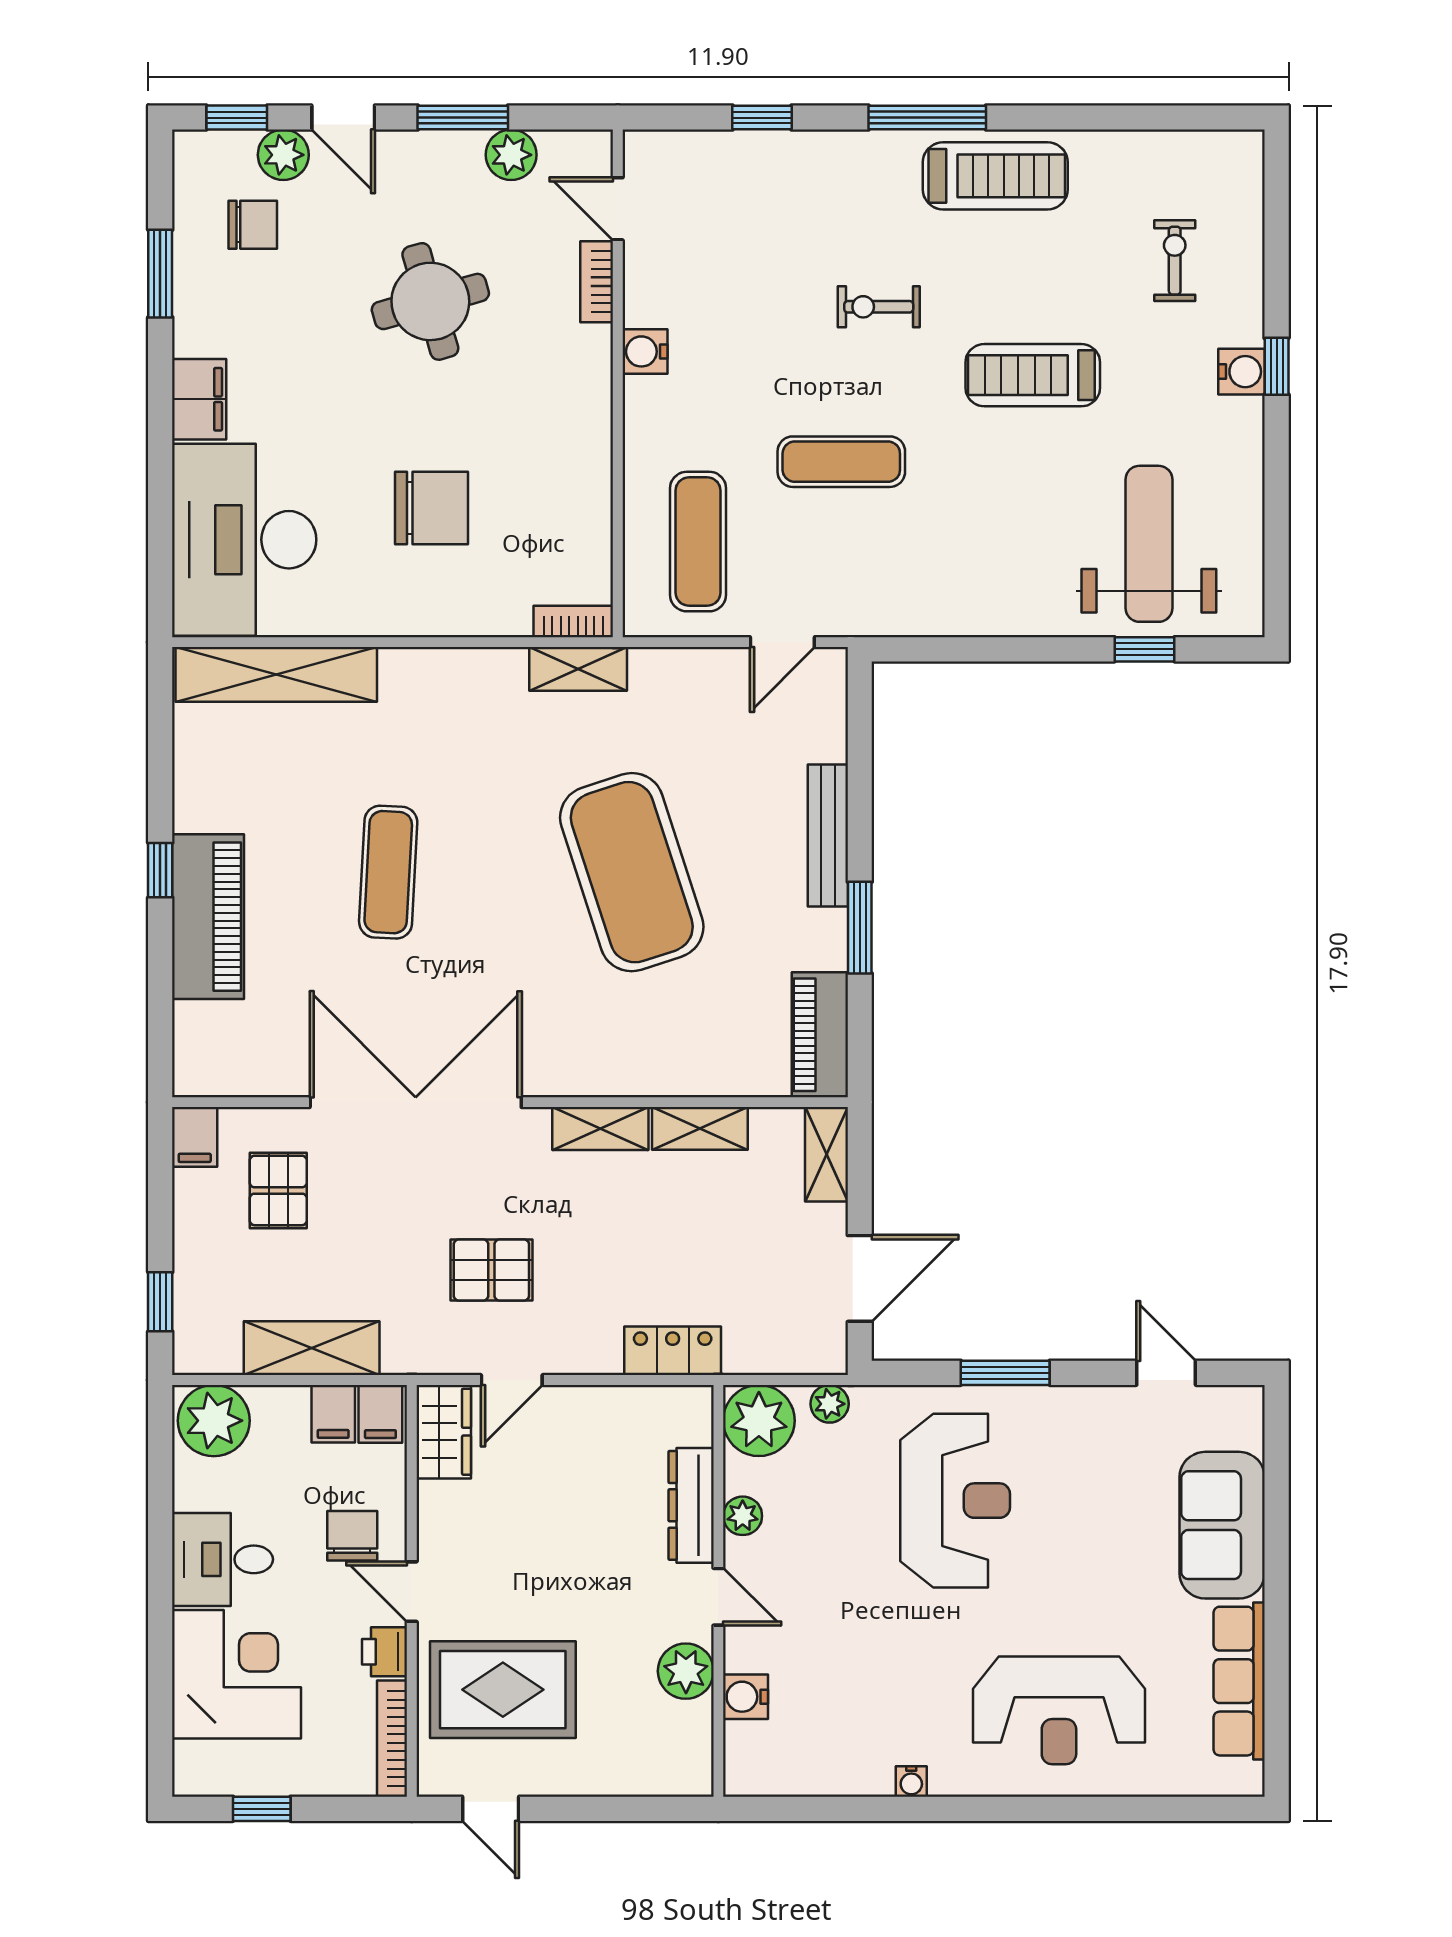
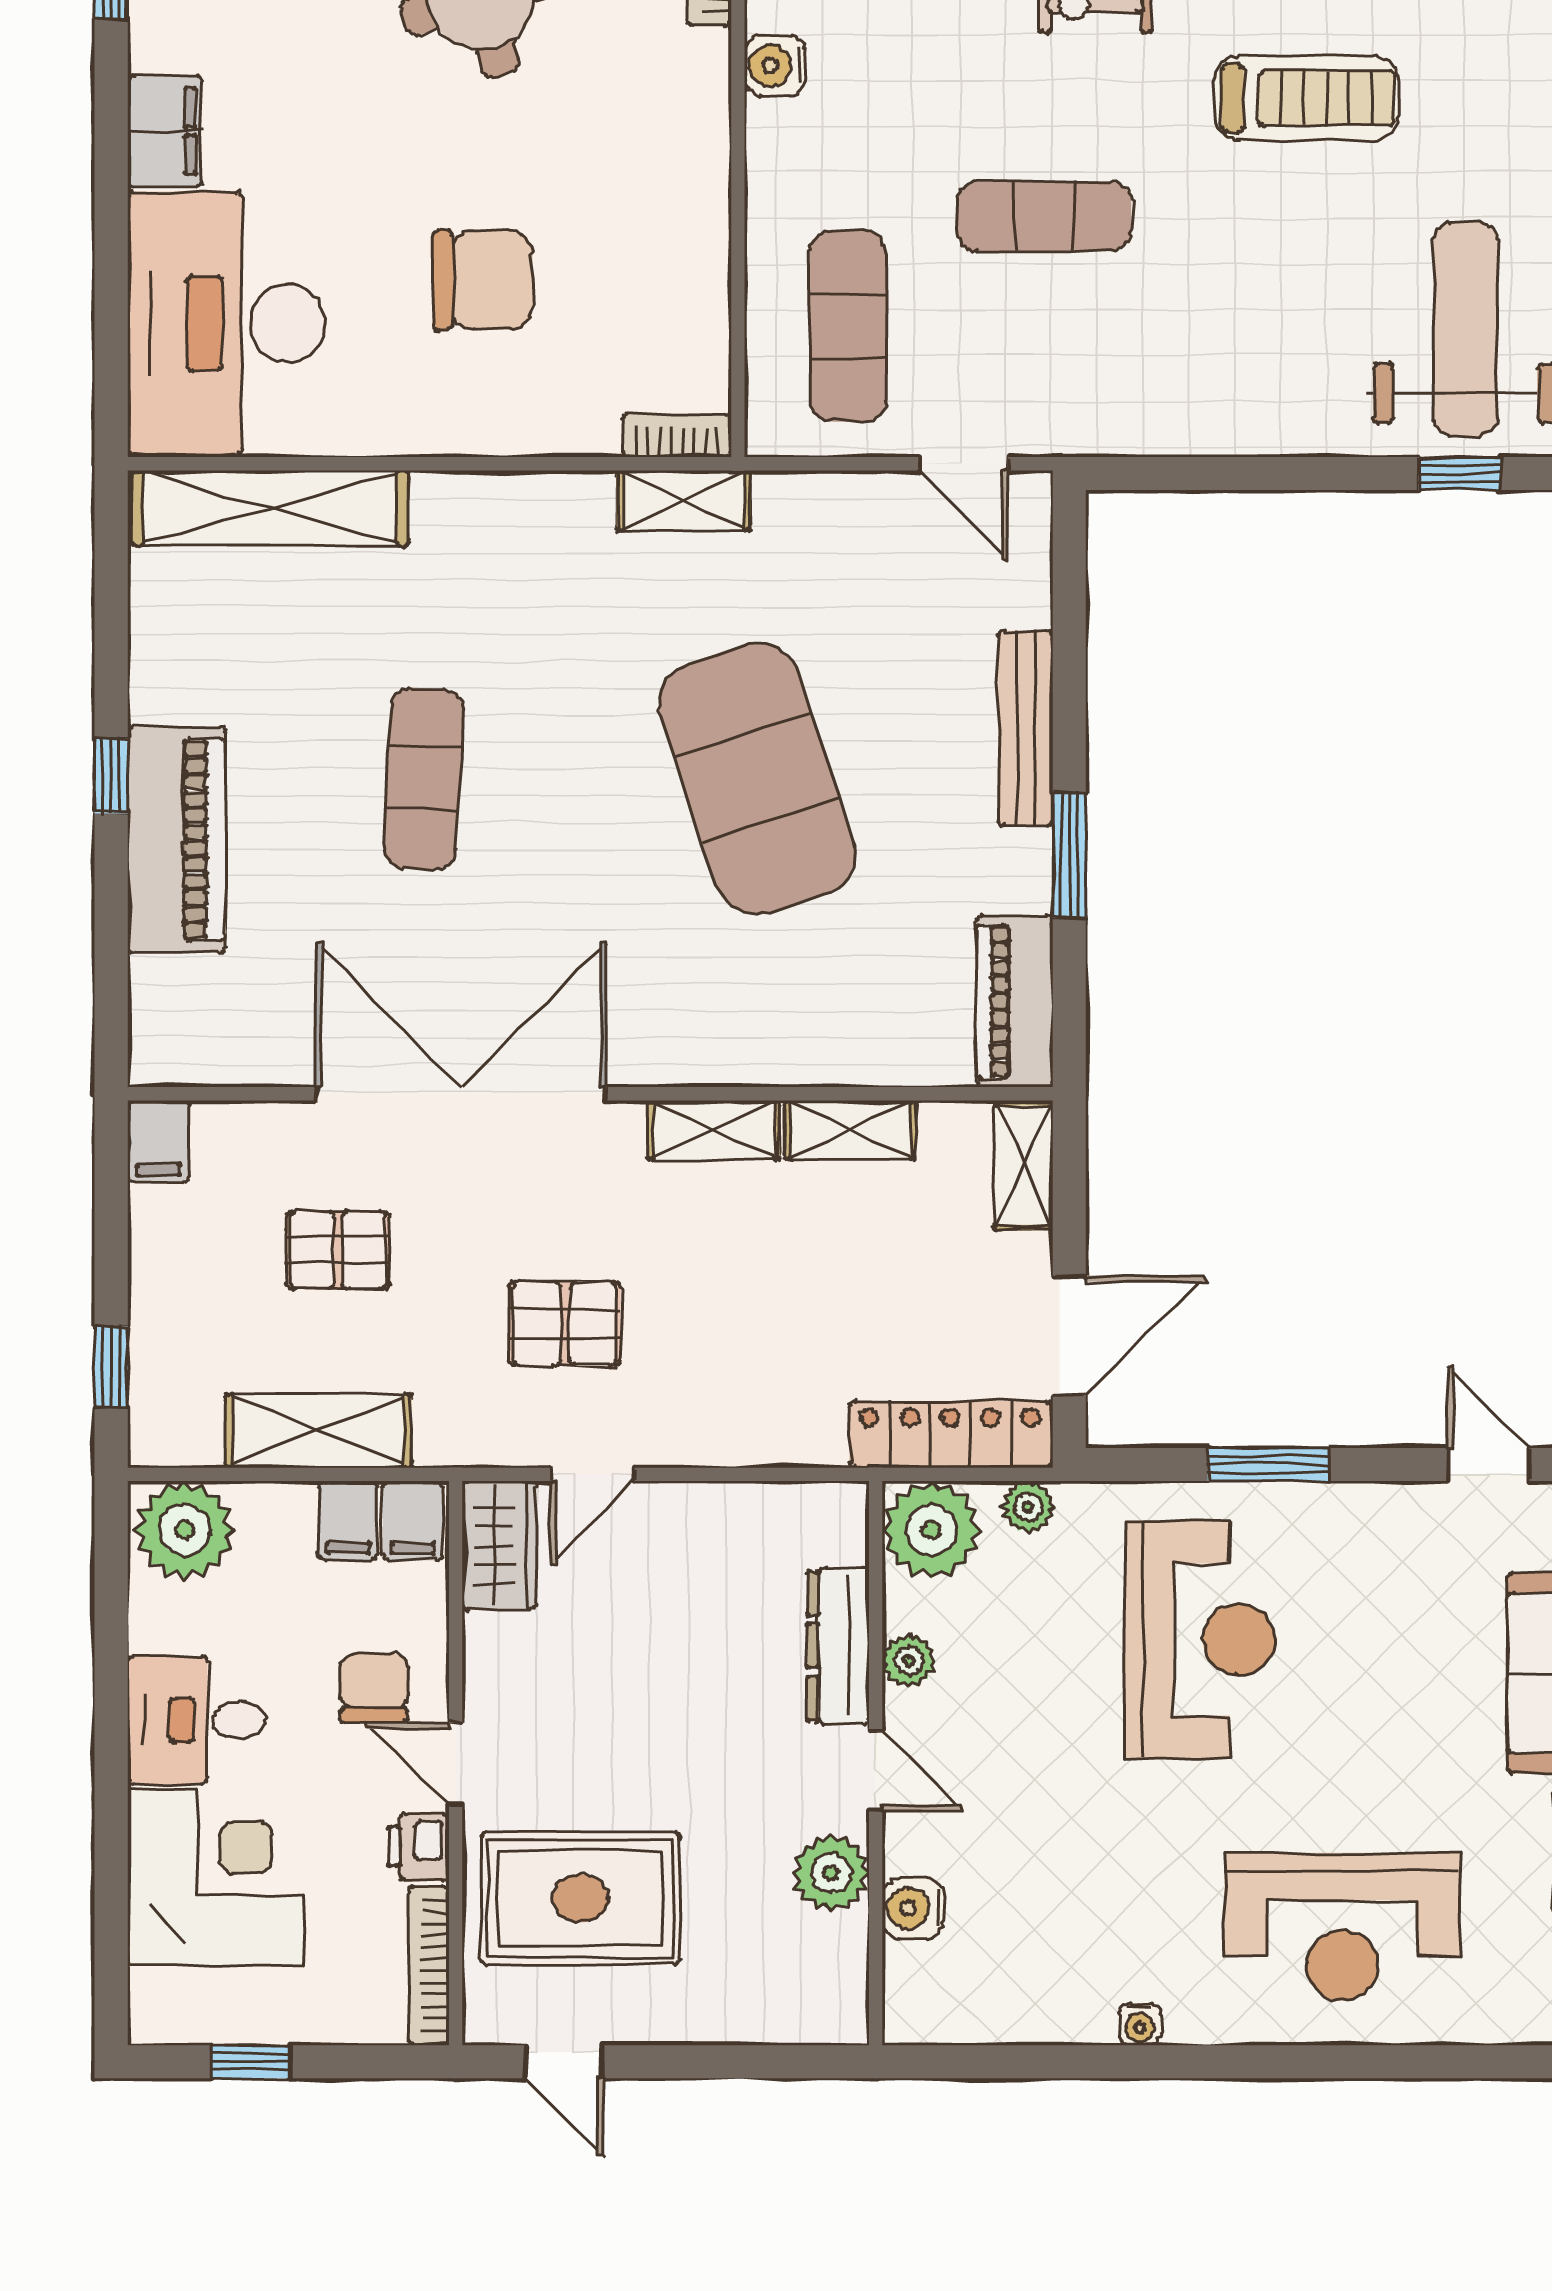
treadmill: (1033, 375) -> (1306, 98), turned 180
door: (782, 642) -> (963, 464), hinge flipped
pallet: (278, 1190) -> (338, 1250), moved, turned 90
locker: (673, 1351) -> (950, 1434), moved, width x1.53

